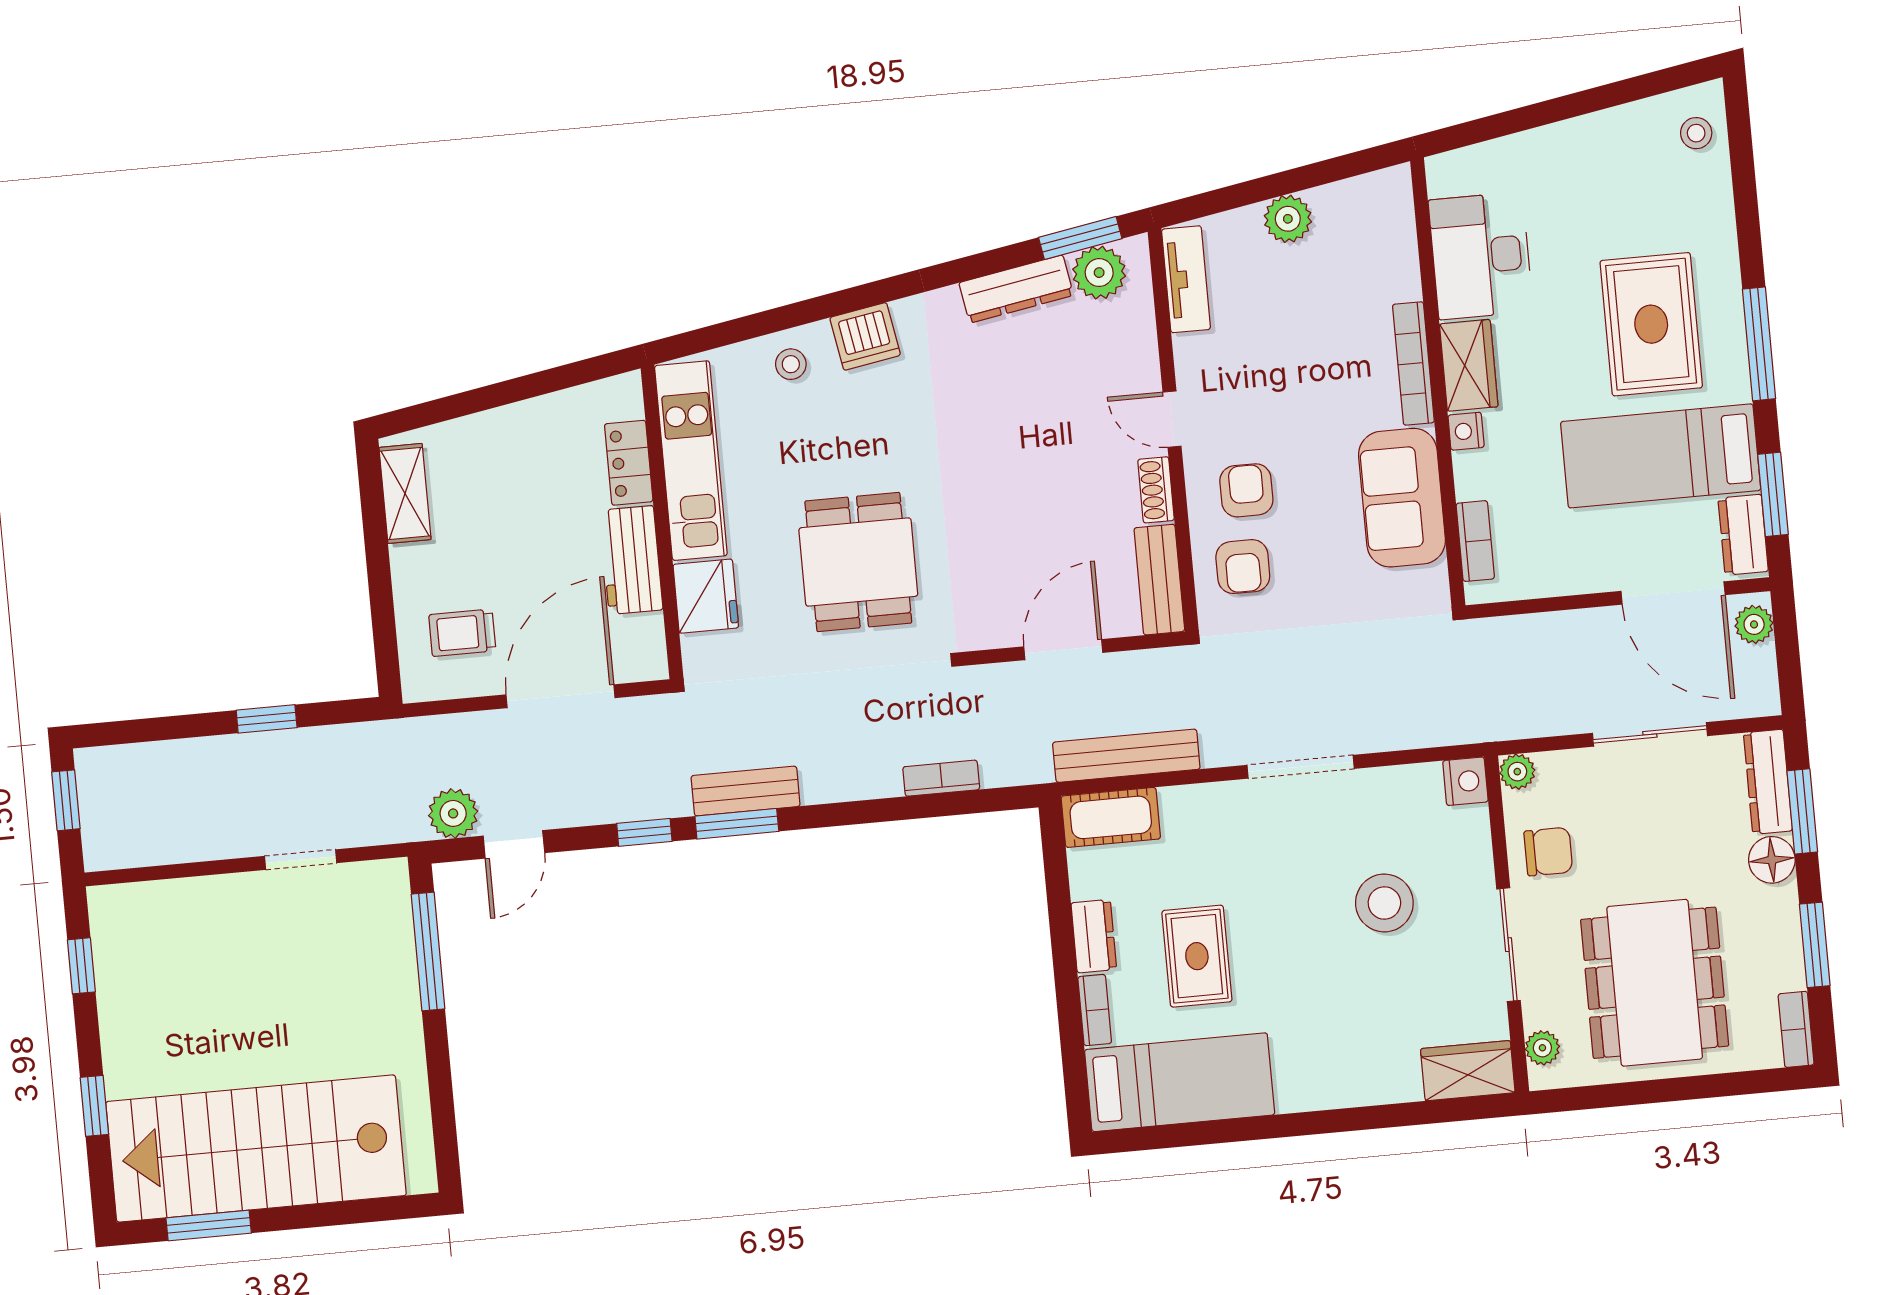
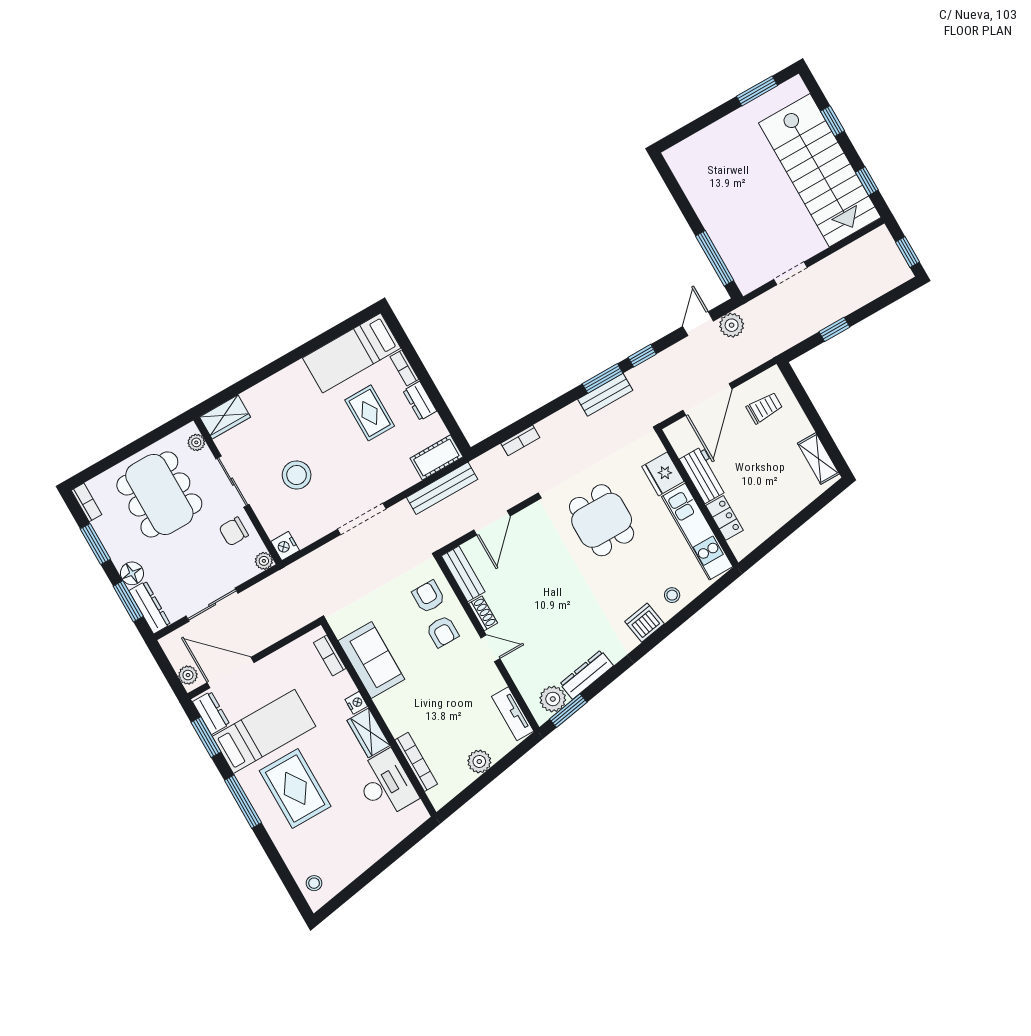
bookcase: (1413, 363) -> (416, 762), moved
stairs: (256, 1149) -> (820, 170), moved, turned 90

